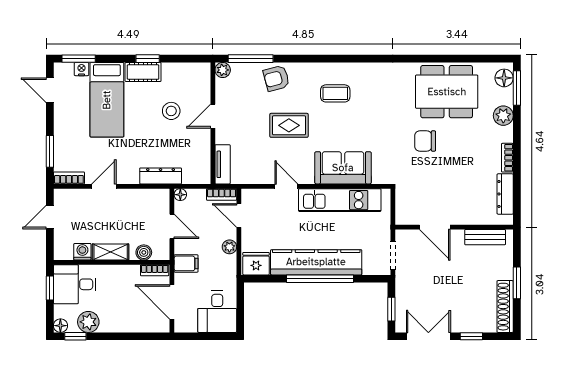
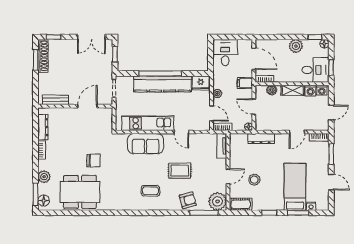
window: (79, 59) -> (298, 213), moved
plant: (223, 70) -> (217, 201), width x1.88, depth x1.88
cot: (143, 72) -> (241, 204), moved
door: (50, 90) -> (331, 182), moved
door: (435, 227) -> (87, 106), hinge flipped
washing machine: (65, 252) -> (322, 90), added
window: (517, 283) -> (36, 60), moved
plant: (88, 322) -> (296, 46), moved
window: (471, 336) -> (53, 37), moved

